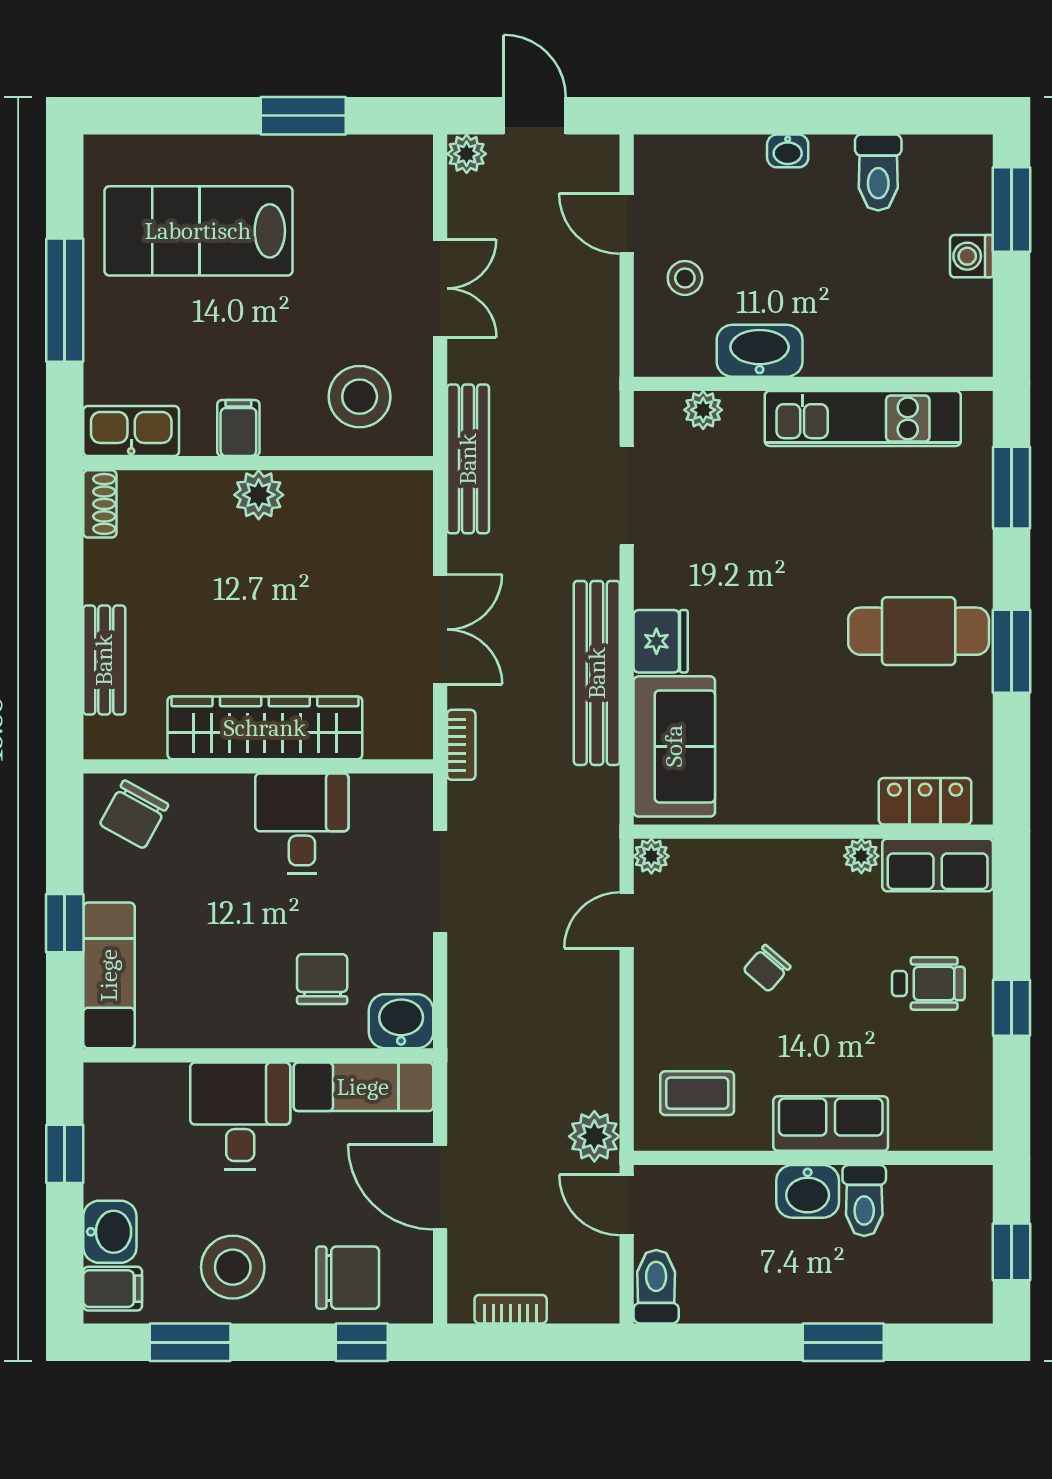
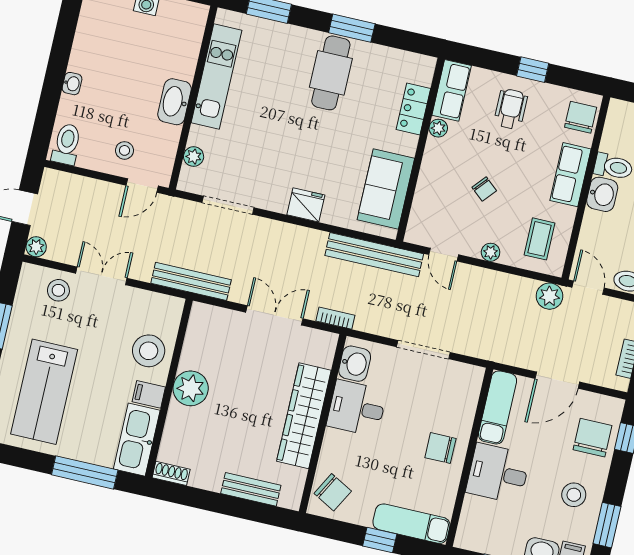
toilet: (878, 173) -> (67, 144), moved, turned -90
stool: (395, 214) -> (58, 290), added
door: (627, 224) -> (142, 186), moved
window: (65, 300) -> (85, 472), moved
washbasin: (760, 351) -> (175, 102), moved
stool: (360, 397) -> (149, 351), moved
kitchen sink: (131, 431) -> (137, 440), width x1.36, depth x1.24
plant: (259, 495) -> (191, 388), width x1.36, depth x1.36
bench: (597, 673) -> (374, 255), moved
sofa: (674, 746) -> (386, 189), moved, turned -90
locker: (925, 801) -> (413, 109), moved
plant: (651, 856) -> (491, 252), moved
doorway: (440, 882) -> (423, 350), moved
chair: (322, 979) -> (440, 448), moved
washbasin: (401, 1021) -> (355, 364), moved, turned 180
chair: (943, 1118) -> (581, 117), added
door: (627, 1205) -> (588, 288), swing flipped
stool: (233, 1267) -> (574, 495), width x0.73, depth x0.73

